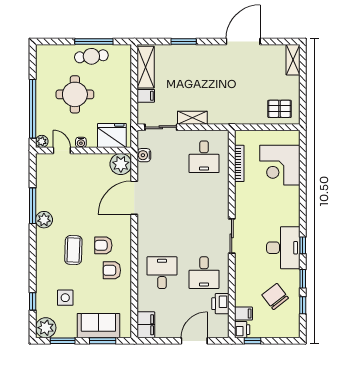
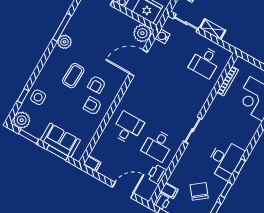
armchair: (103, 245) -> (97, 84), turned -90
side table: (65, 298) -> (38, 97), moved
filing cabinet: (146, 325) -> (92, 164), width x0.50

